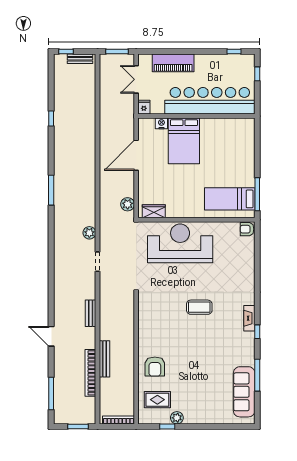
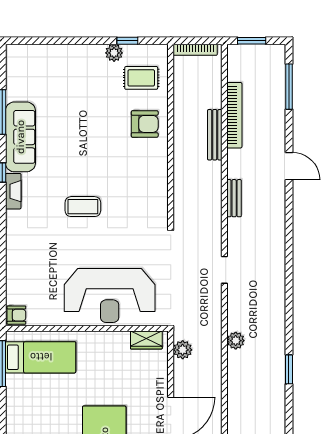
window: (51, 190) -> (289, 369), width x0.69
plant: (89, 233) -> (236, 341), moved
armchair: (155, 367) -> (145, 124), turned 90
sofa: (244, 392) -> (20, 137), moved

